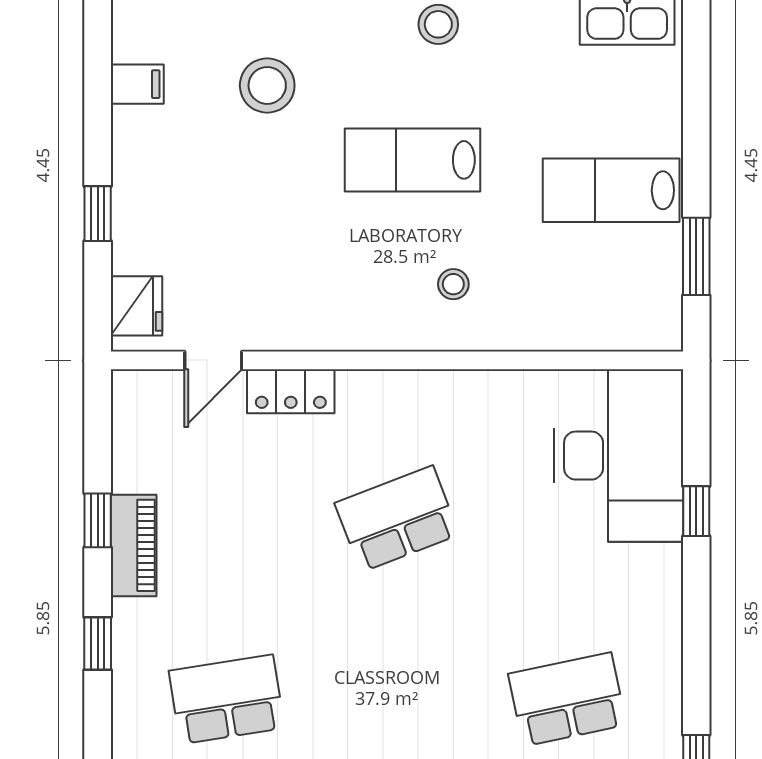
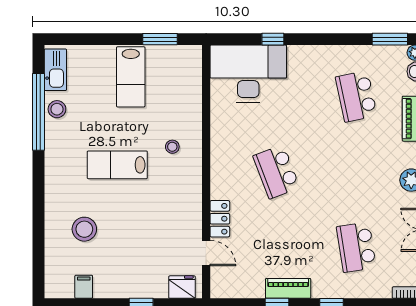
stool: (438, 24) -> (57, 109), moved
lab bench: (413, 160) -> (117, 165), turned 90

